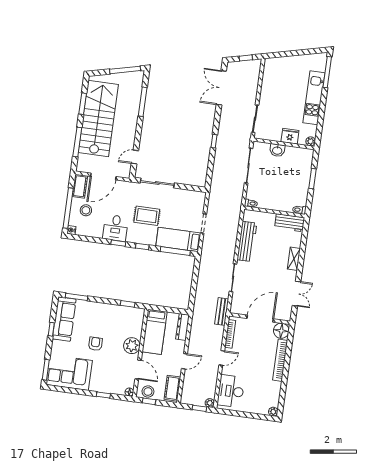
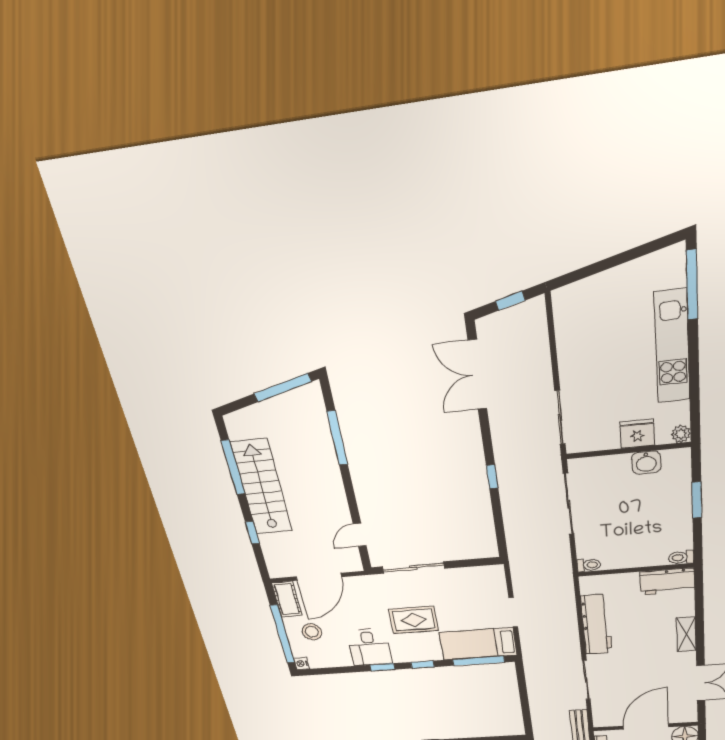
window: (83, 104) -> (233, 467), width x1.44
stairs: (98, 119) -> (262, 487), width x0.73, depth x0.66
window: (77, 142) -> (252, 533), width x0.46
washbasin: (277, 150) -> (646, 463), moved

